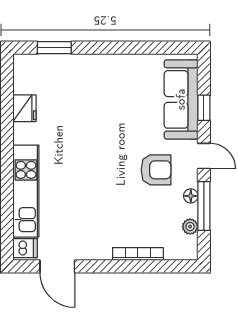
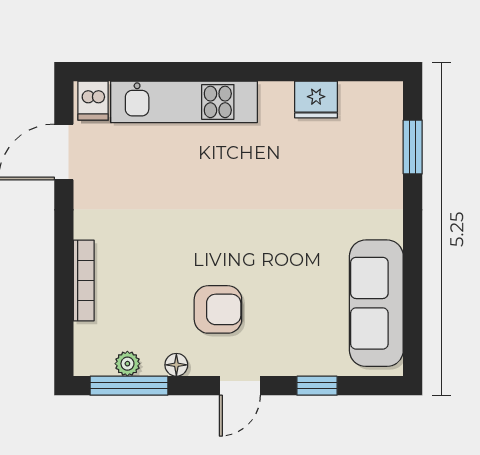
sofa: (181, 99) -> (376, 303), moved, turned -90
armchair: (156, 170) -> (218, 309), turned -90
window: (204, 206) -> (129, 386), moved

